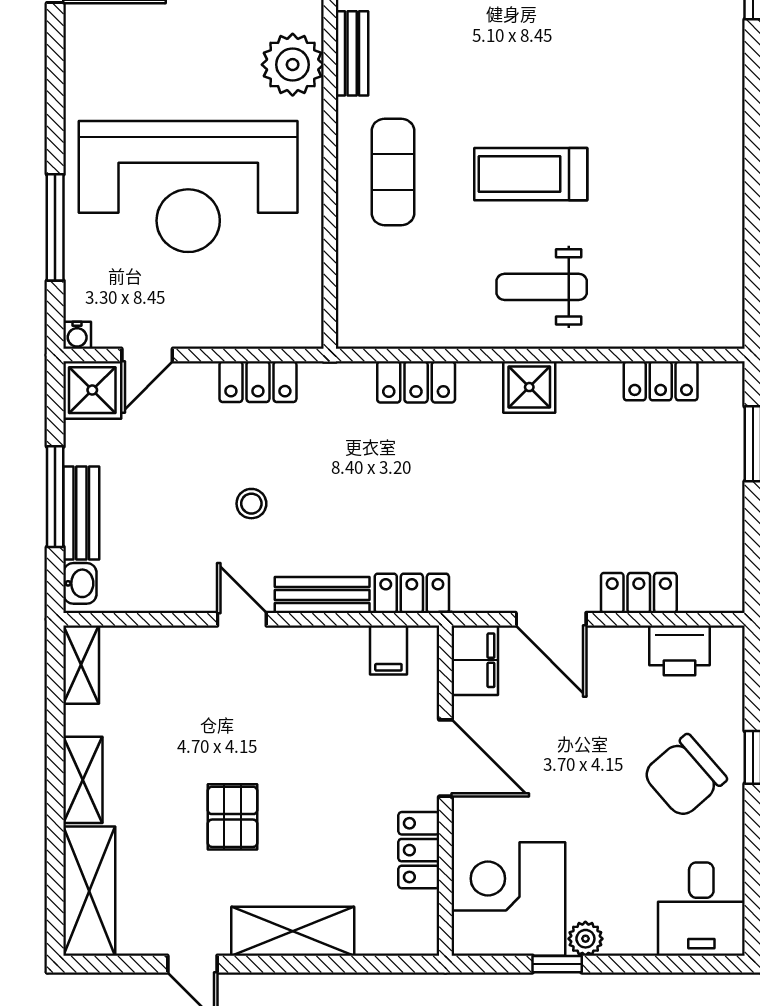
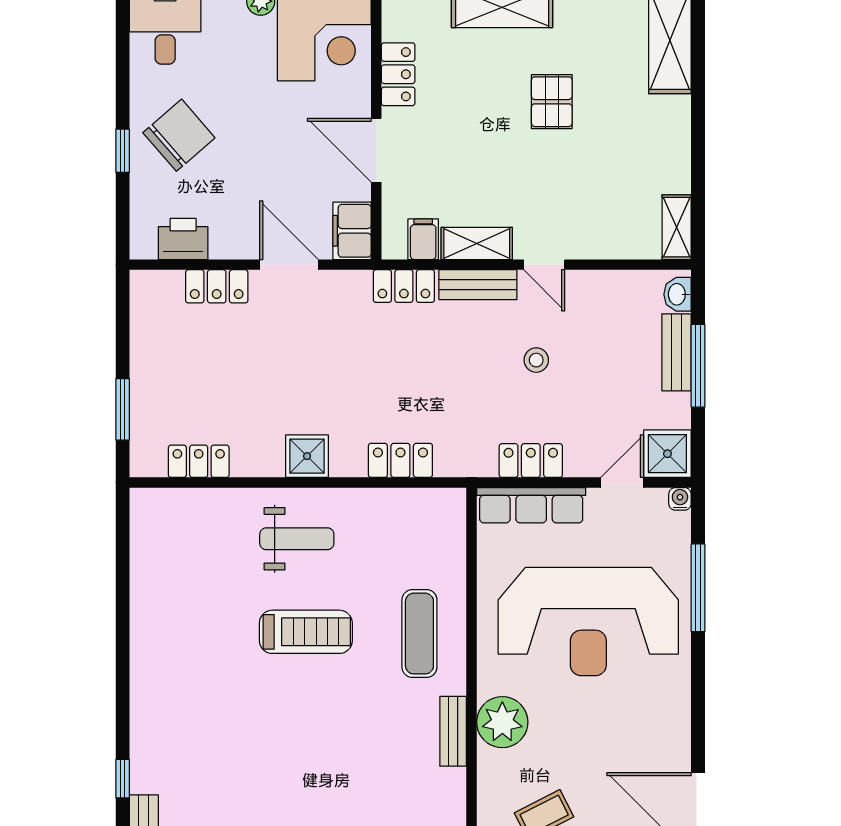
reception desk: (188, 187) -> (588, 622), turned 180
row of seats: (258, 327) -> (531, 505), added
shelving: (83, 780) -> (477, 243), moved, turned 90

